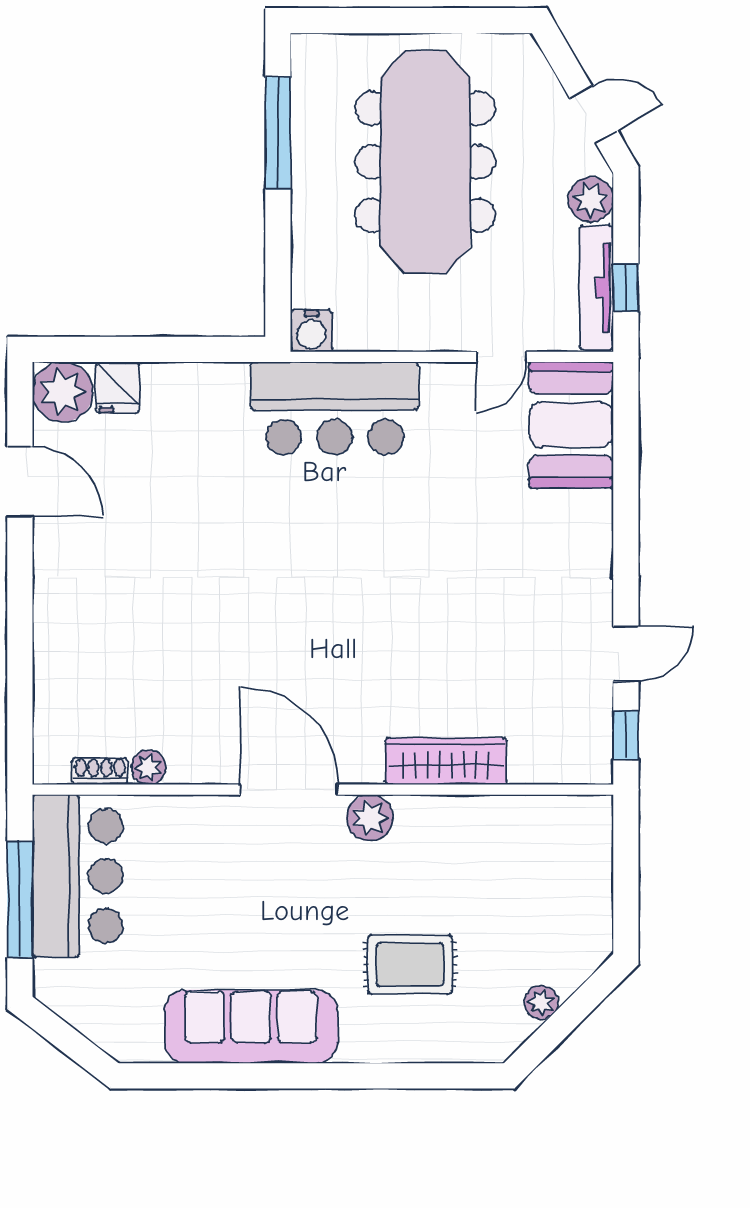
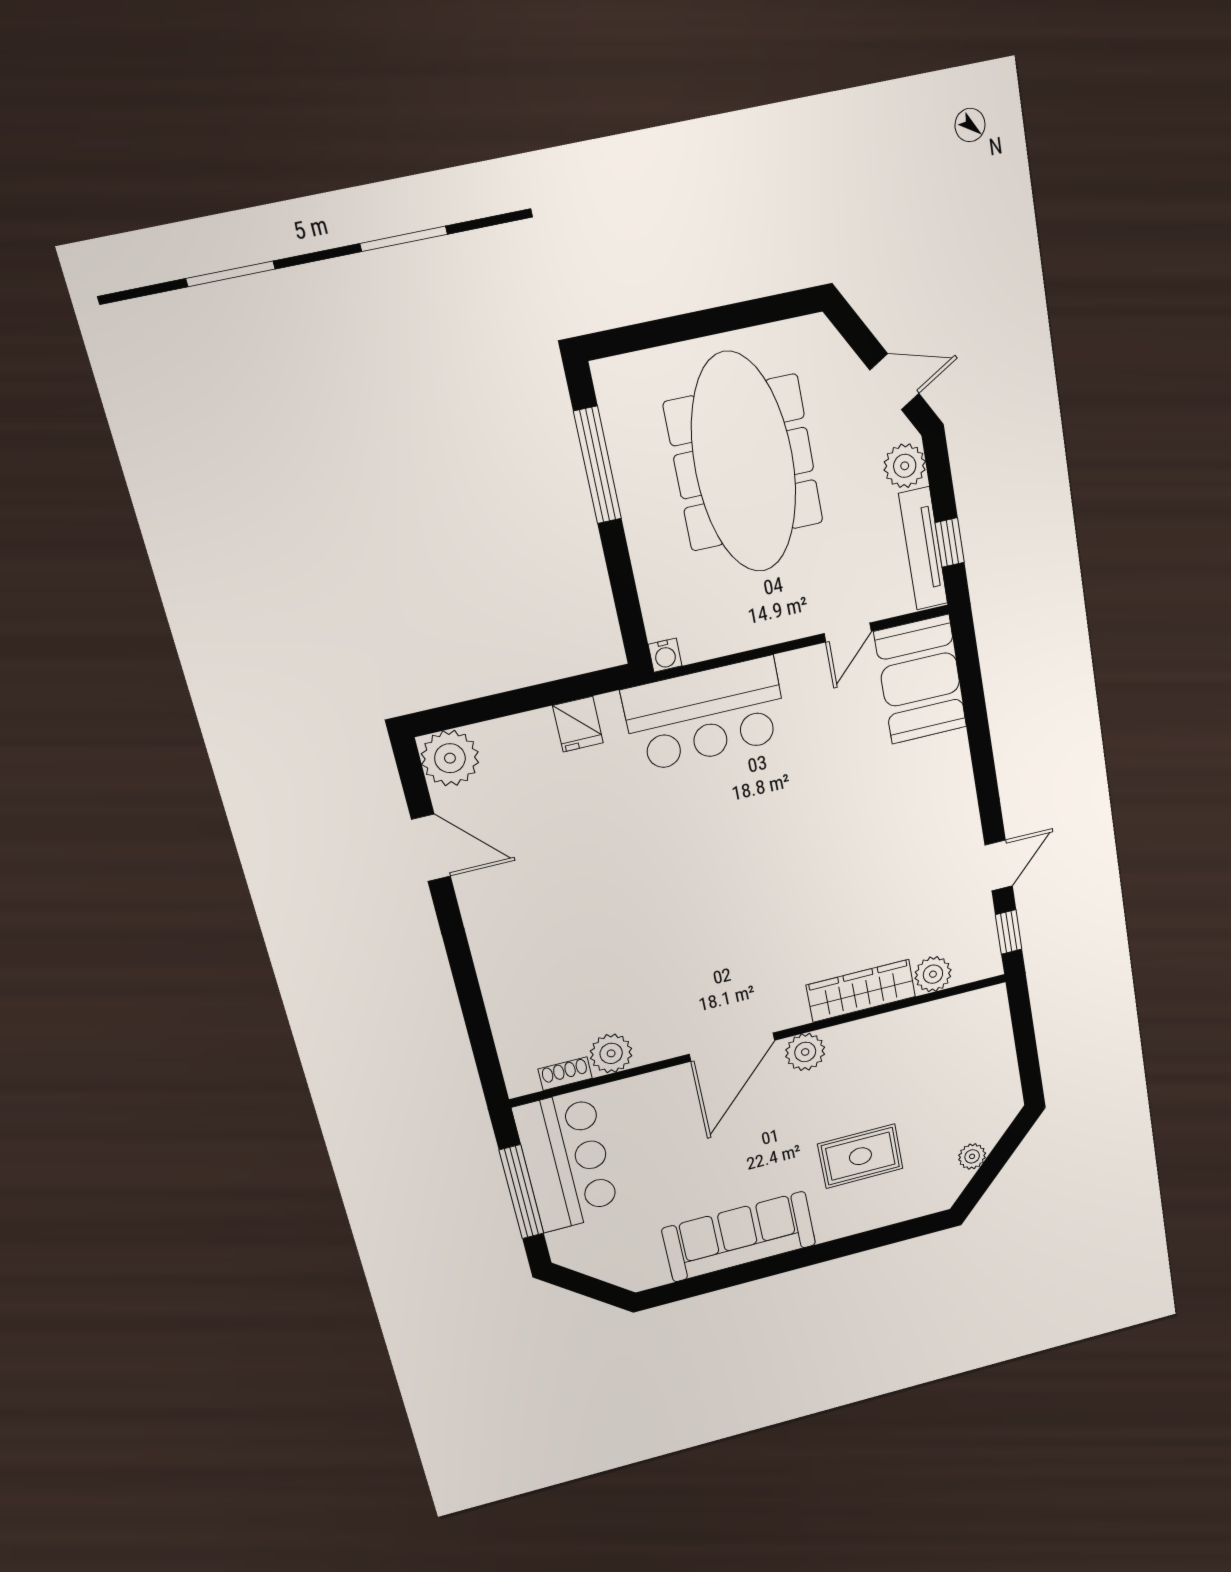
water cooler: (311, 331) -> (665, 655), width x0.72, depth x0.72
fridge: (117, 387) -> (578, 724), moved
plant: (531, 763) -> (933, 974), added
plant: (148, 767) -> (611, 1053), width x1.38, depth x1.38
door: (289, 790) -> (732, 1047), swing flipped

